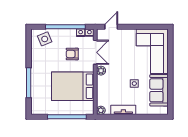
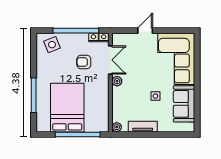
door: (111, 27) -> (145, 31), moved
bed: (73, 86) -> (67, 108), moved, turned 90

